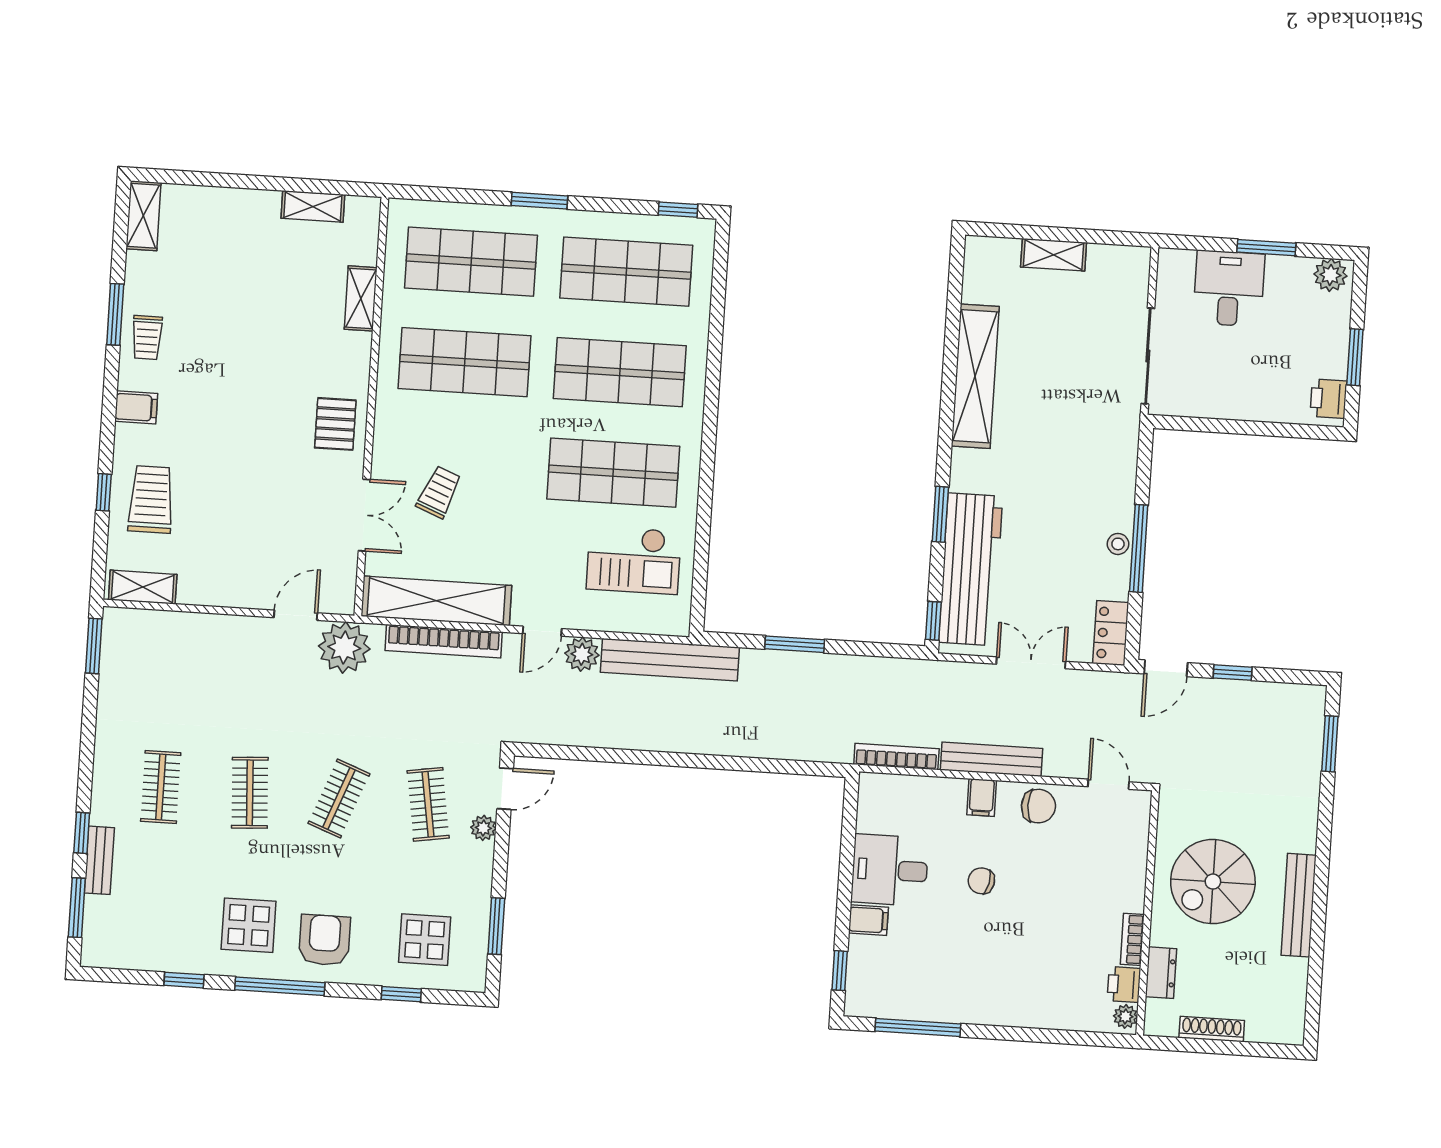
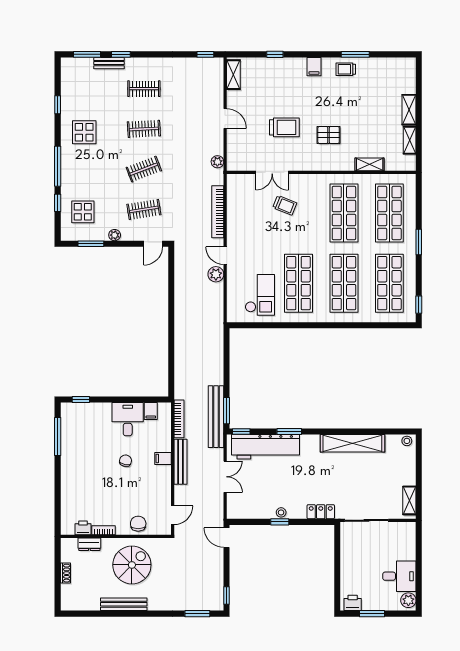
shelving: (143, 216) -> (409, 110), moved, turned 90
window: (1266, 248) -> (419, 571), removed
shelving: (1054, 255) -> (409, 500), moved
stool: (978, 256) -> (407, 441), added
desk: (1229, 288) -> (399, 576), moved
pallet: (335, 424) -> (329, 135), moved
trolley: (151, 499) -> (284, 127), moved
window: (1139, 548) -> (280, 522), width x0.46
checkout: (634, 560) -> (260, 295), turned 180
shelving: (436, 601) -> (236, 207), removed
door: (296, 615) -> (225, 118), moved
locker: (1111, 633) -> (321, 512), moved
window: (795, 644) -> (227, 411), moved
window: (94, 646) -> (205, 54), width x0.67
plant: (344, 647) -> (217, 162), width x0.53, depth x0.53
bench: (670, 660) -> (216, 417), moved
window: (1233, 673) -> (227, 595), moved
door: (505, 789) -> (153, 244), hinge flipped
clothes rail: (339, 799) -> (144, 169), turned -42
chair: (1038, 806) -> (138, 524), moved, turned 180
plant: (483, 828) -> (115, 235), moved
spiral stairs: (1213, 882) -> (132, 565), turned 90
filing cabinet: (868, 920) -> (151, 411), moved
armchair: (325, 940) -> (80, 167), removed
window: (280, 986) -> (58, 166), moved
plant: (1125, 1016) -> (69, 530), removed
shoe rack: (1212, 1029) -> (65, 573), width x0.70

